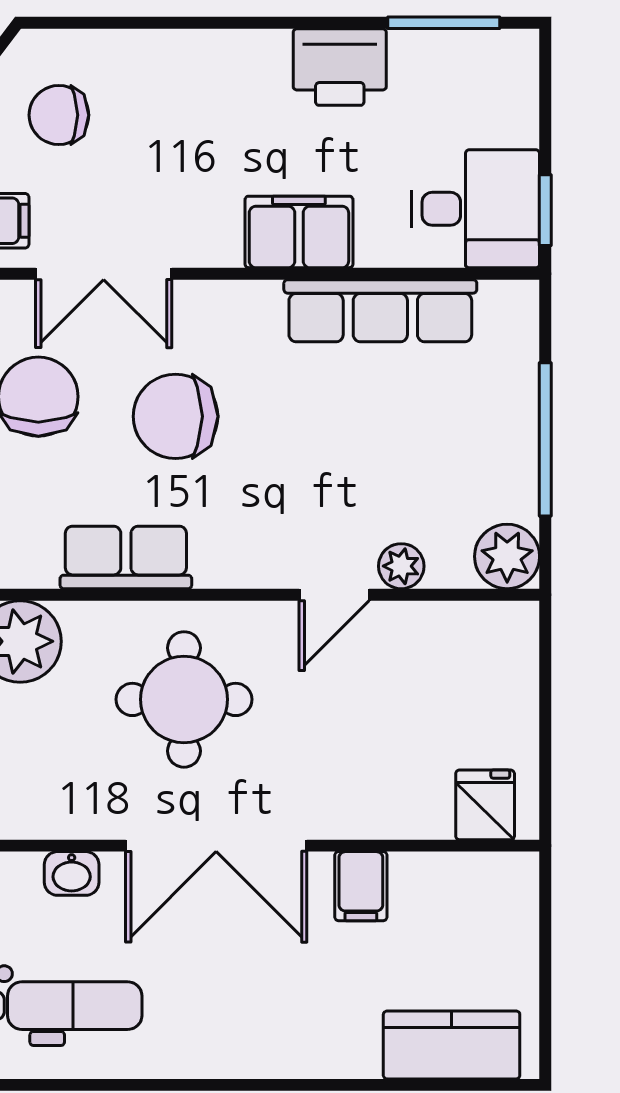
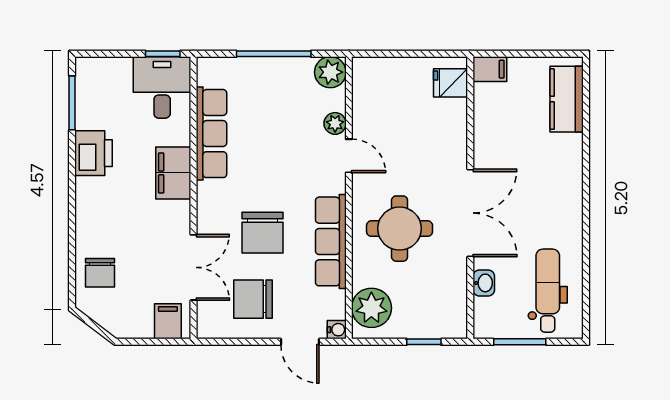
chair: (59, 115) -> (100, 273), moved
row of seats: (126, 557) -> (331, 241), width x1.48
filing cabinet: (361, 886) -> (490, 69), moved

